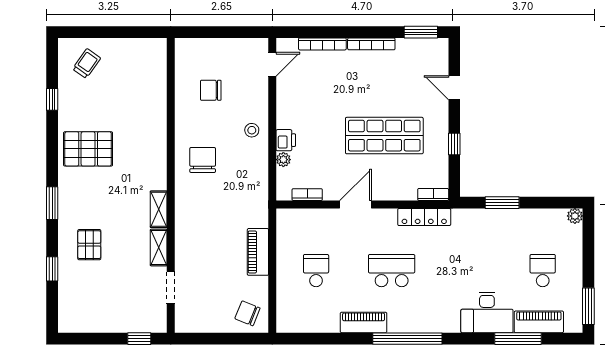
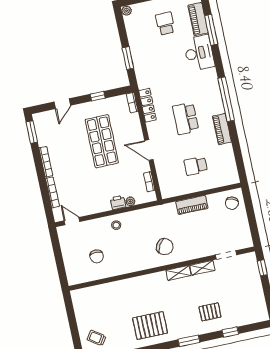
pallet: (88, 149) -> (150, 326), turned 90
chair: (203, 160) -> (165, 247), moved, turned -148
school desk: (543, 271) -> (165, 24), turned 90

